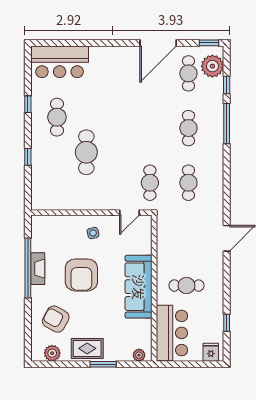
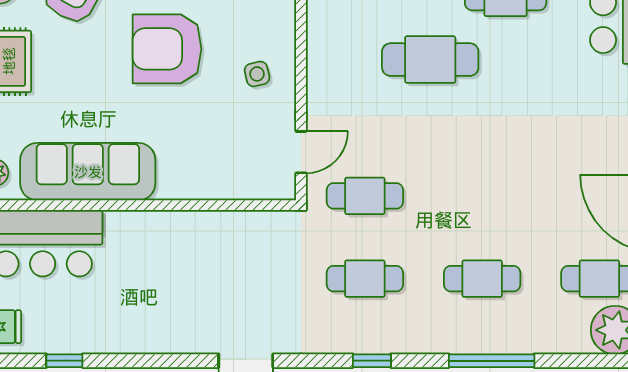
window: (227, 85) -> (372, 361), moved
door: (129, 213) -> (301, 152), swing flipped
cafe table: (186, 286) -> (144, 274), removed
sofa: (139, 287) -> (88, 172), moved

